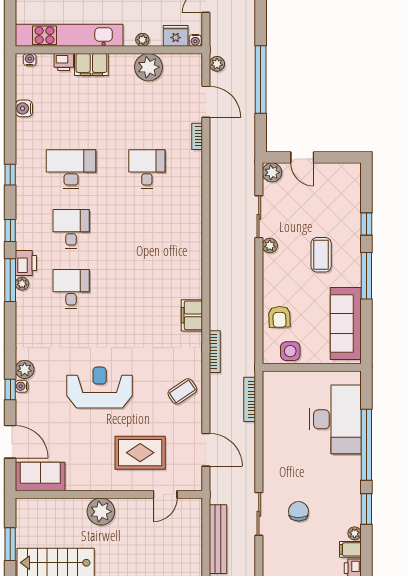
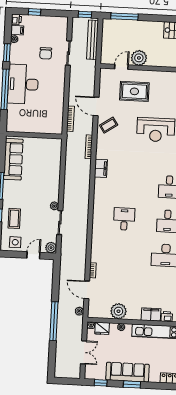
window: (261, 80) -> (54, 321), moved
door: (302, 157) -> (33, 255), hinge flipped
desk: (147, 169) -> (124, 219), moved, turned 180
coffee table: (321, 255) -> (14, 218), moved
armchair: (279, 317) -> (51, 165), removed
side table: (290, 351) -> (15, 242), moved
desk: (335, 419) -> (23, 84), moved
door: (206, 450) -> (96, 106), moved
plant: (101, 512) -> (139, 58), moved

